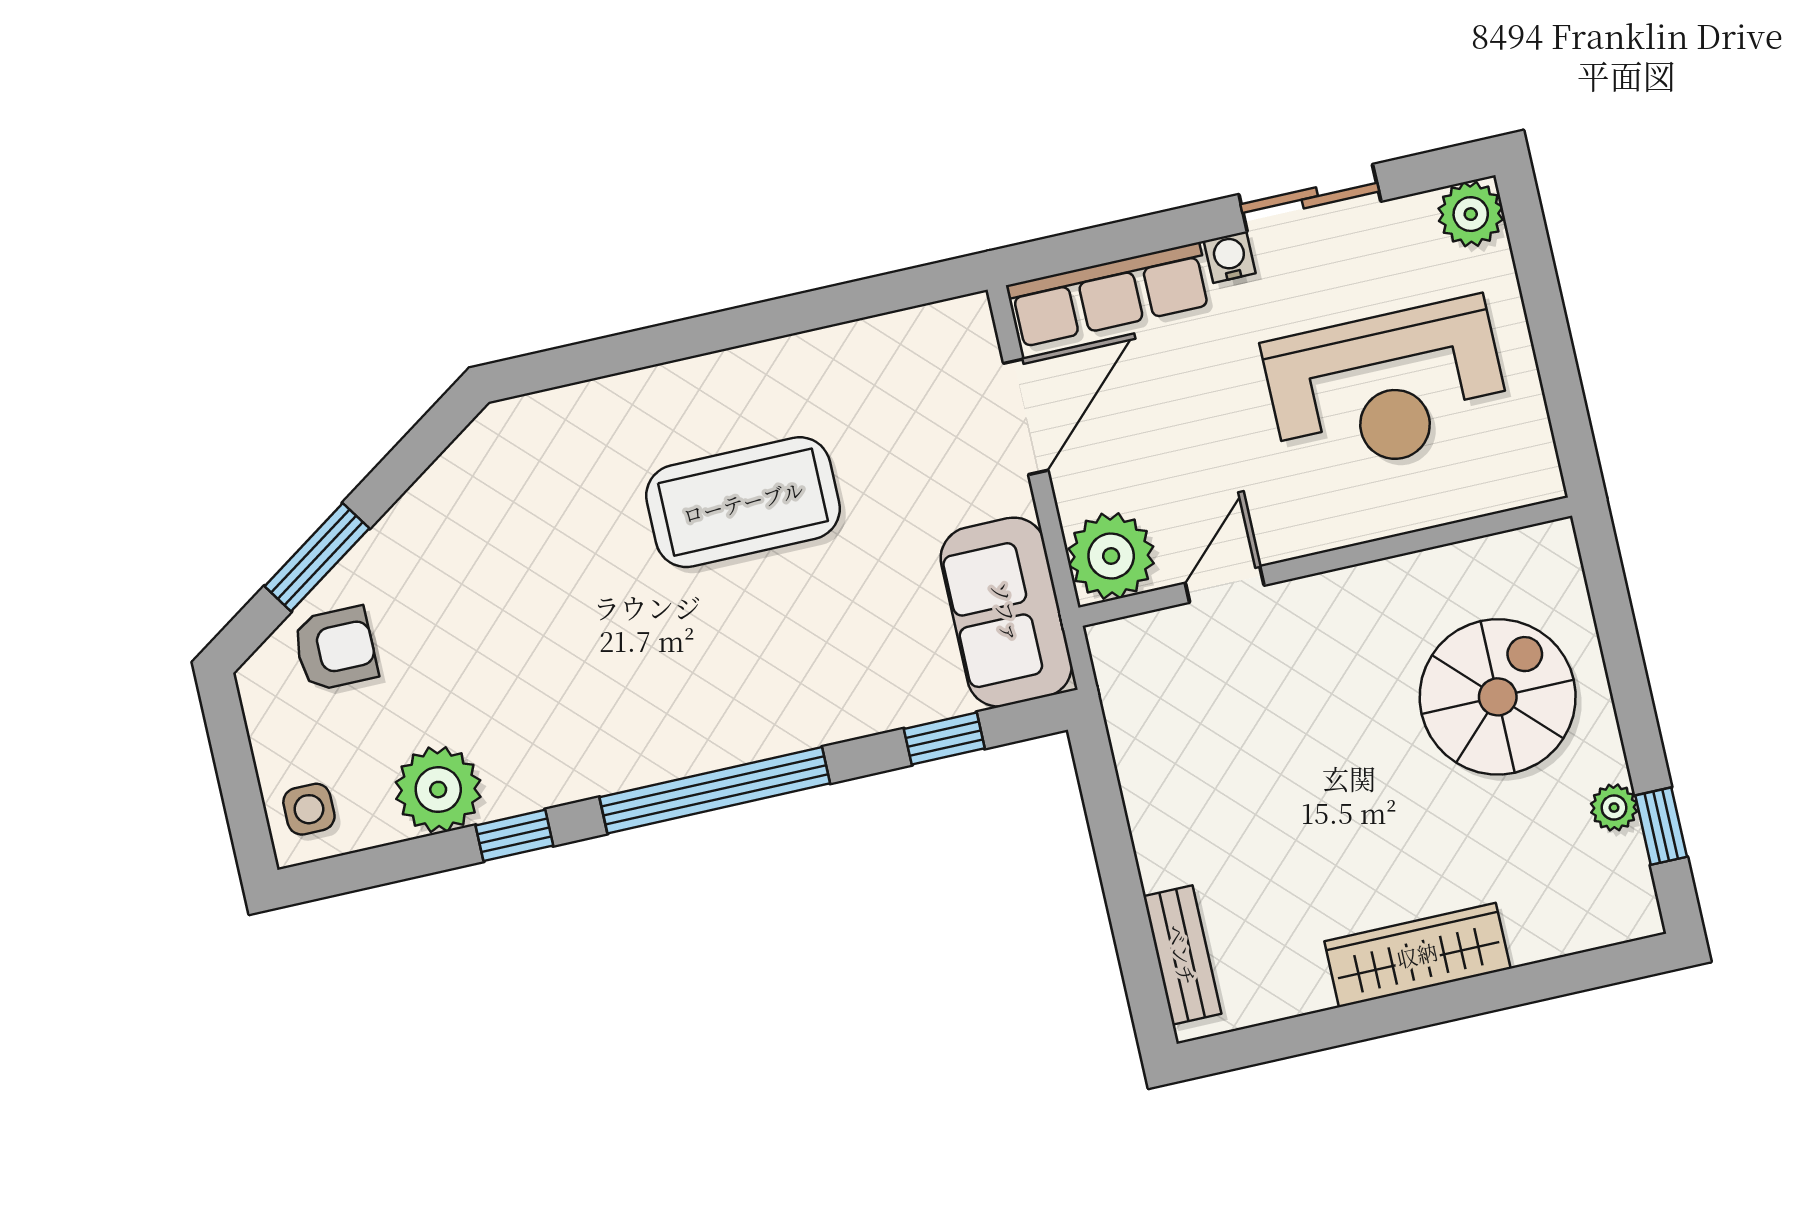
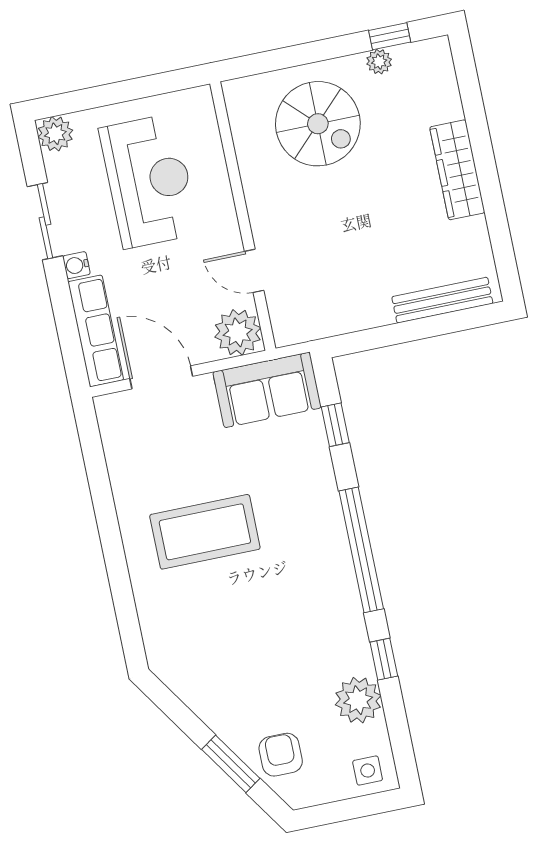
coffee table: (743, 502) -> (205, 532), turned 90
spiral stairs: (1498, 697) -> (318, 124), turned 180
bench: (1182, 955) -> (442, 300), width x1.36

